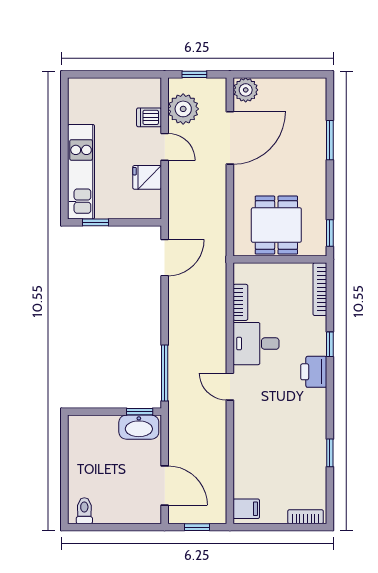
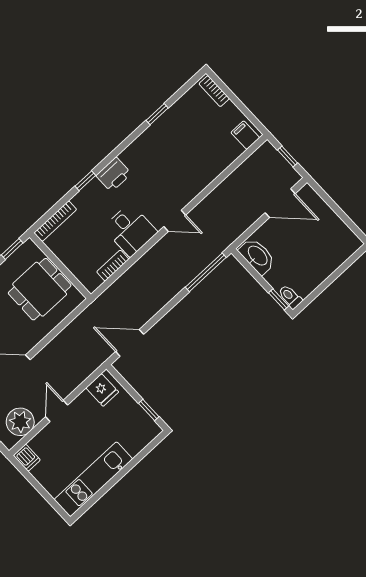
dishwasher: (149, 117) -> (27, 458), moved
kitchen unit: (81, 172) -> (93, 479), moved
fridge: (147, 177) -> (102, 390), moved
door: (230, 387) -> (175, 221), hinge flipped
window: (140, 412) -> (279, 299), moved
door: (165, 486) -> (280, 203), swing flipped
toilet: (84, 511) -> (290, 297), moved, turned 90

